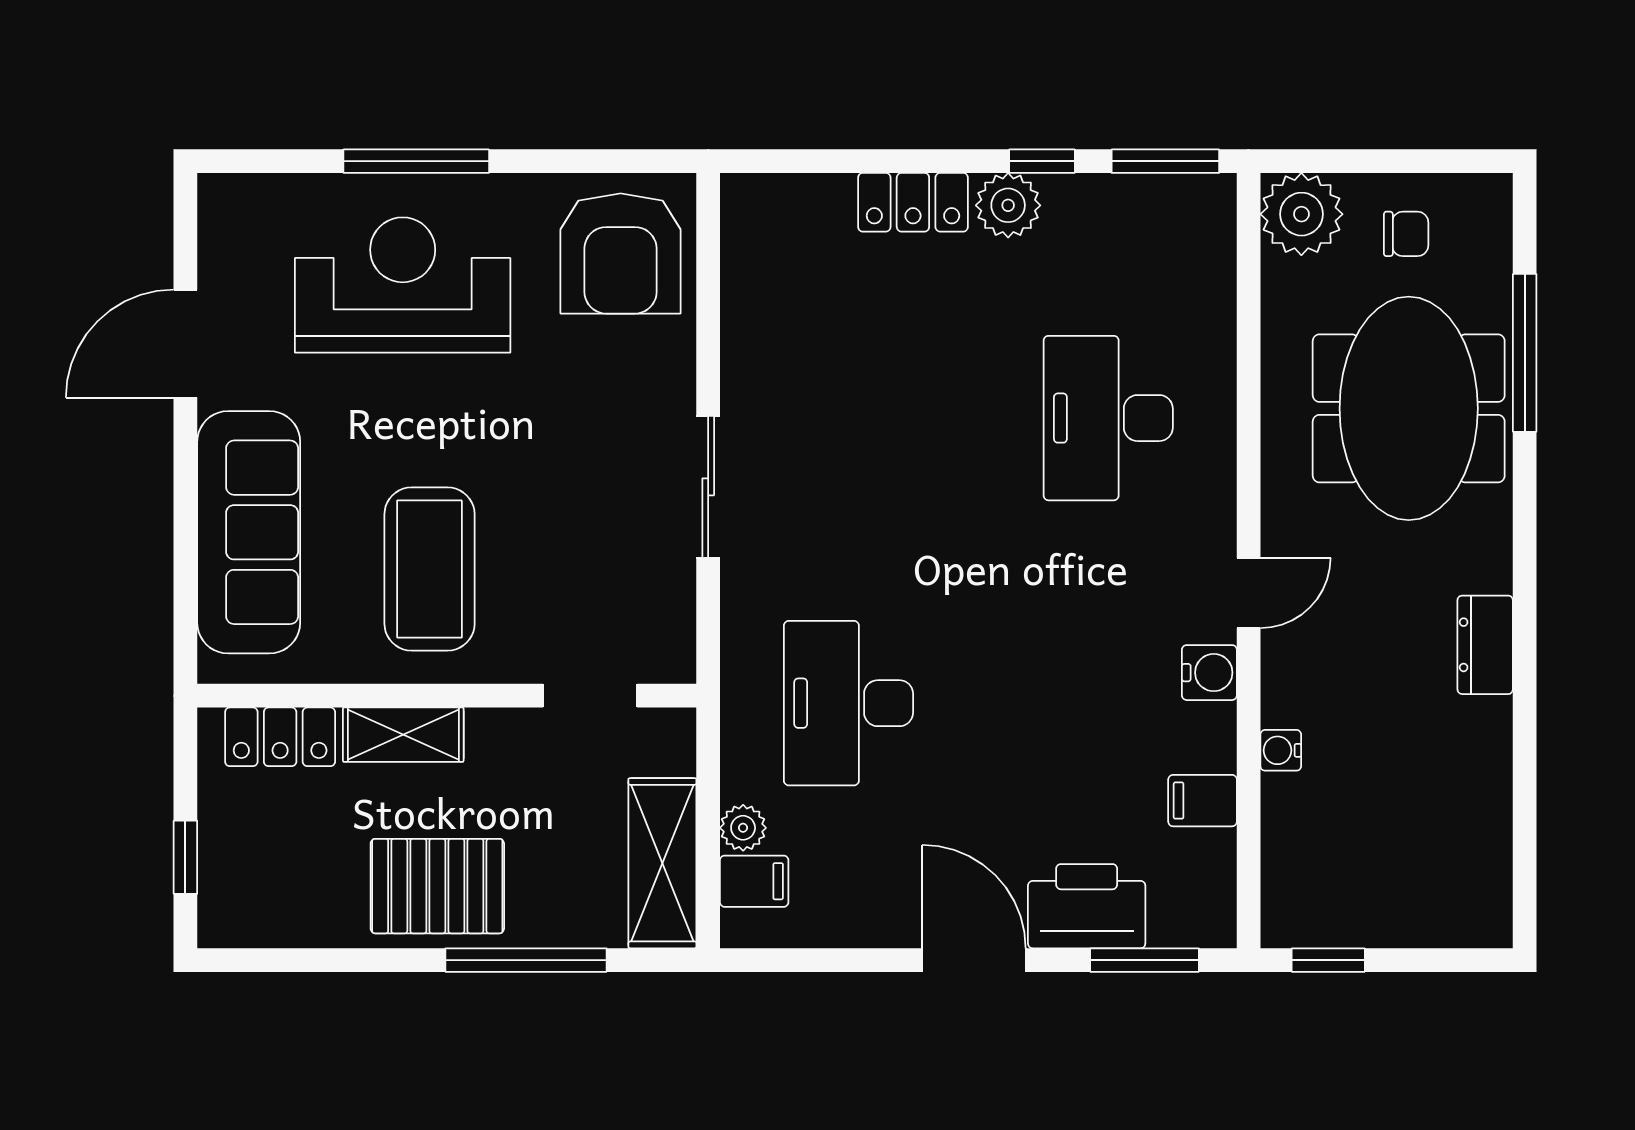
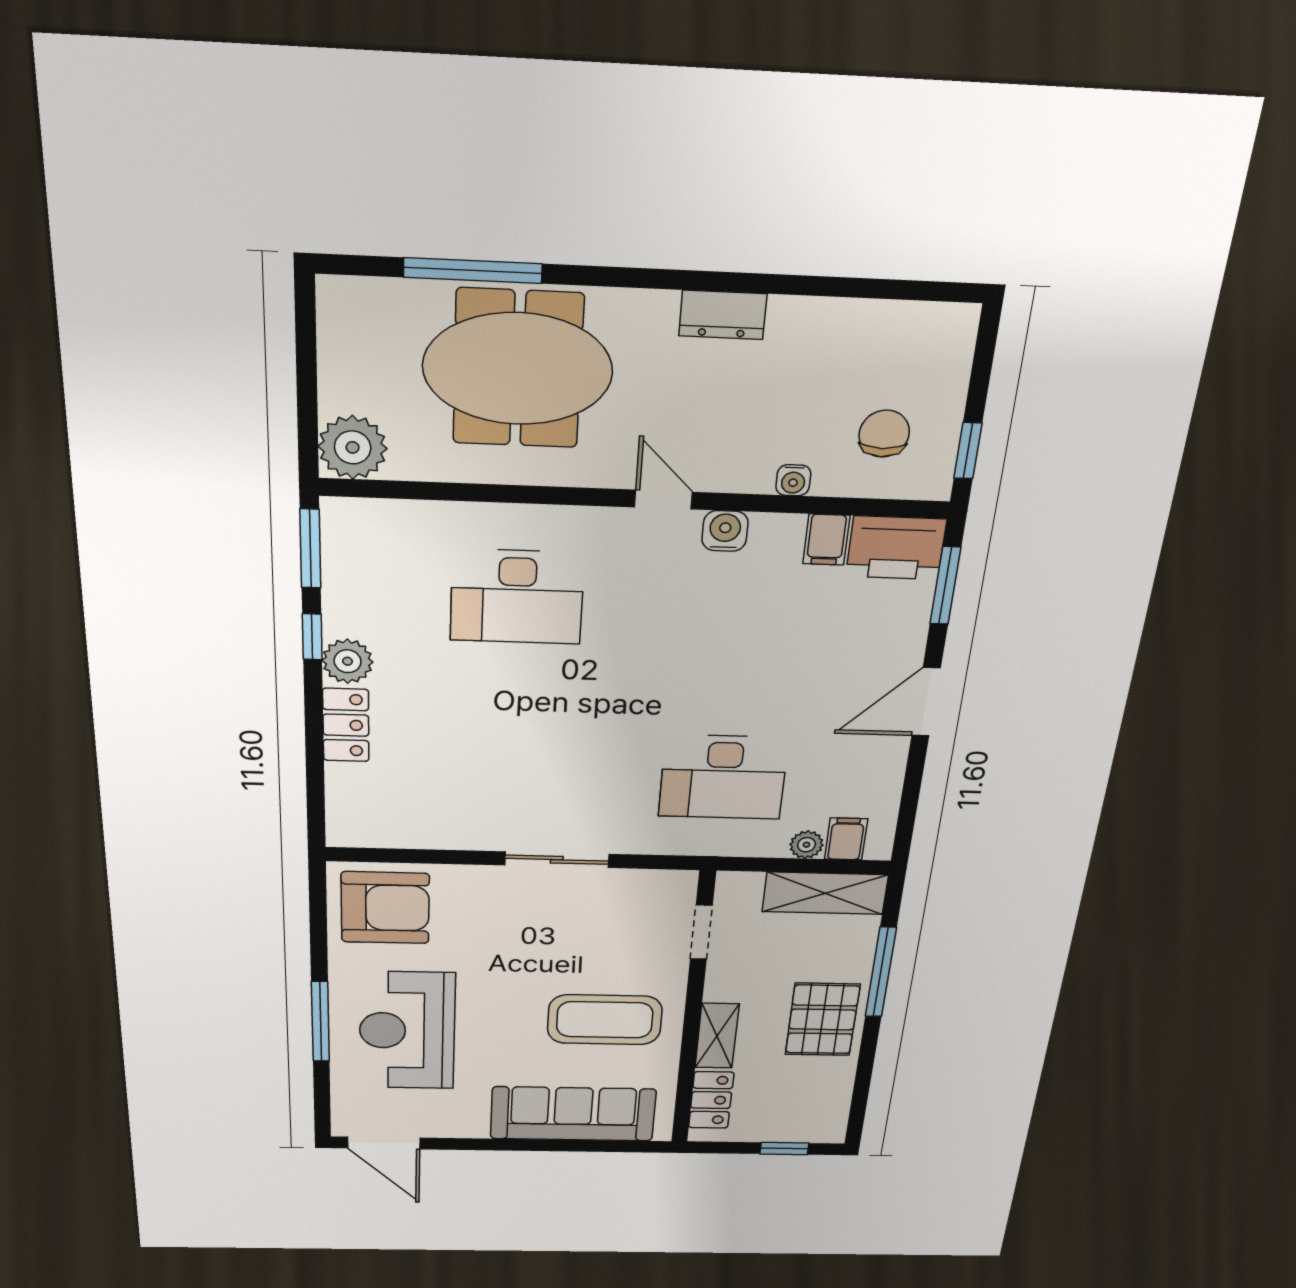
chair: (1406, 234) -> (884, 434), moved, width x1.37, depth x1.37
door: (185, 344) -> (384, 1143), moved
printer: (1087, 906) -> (896, 548), moved, turned -90

